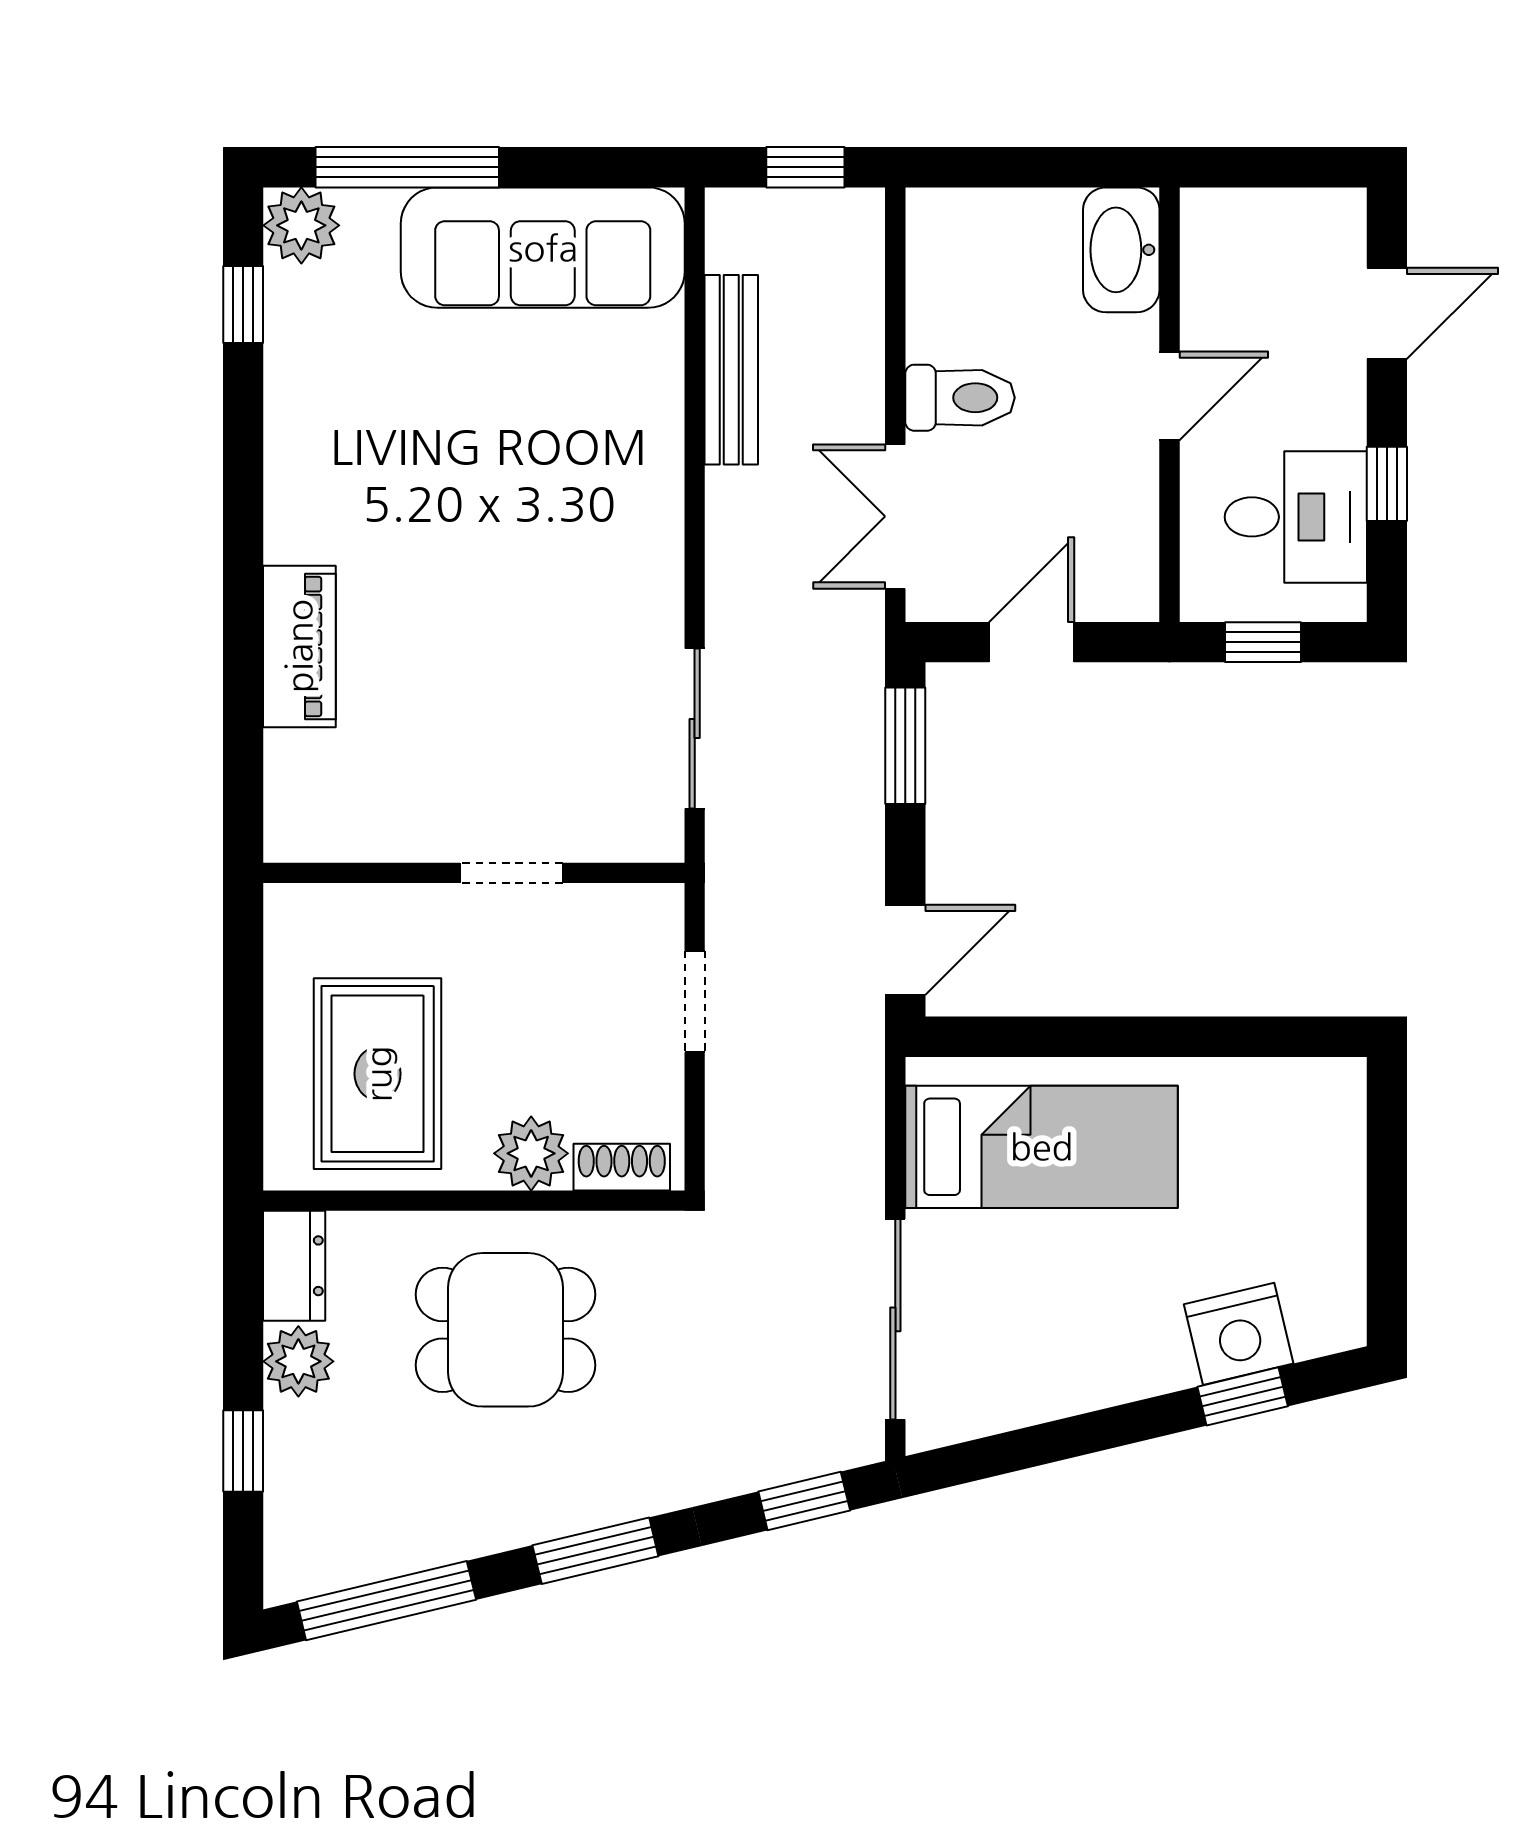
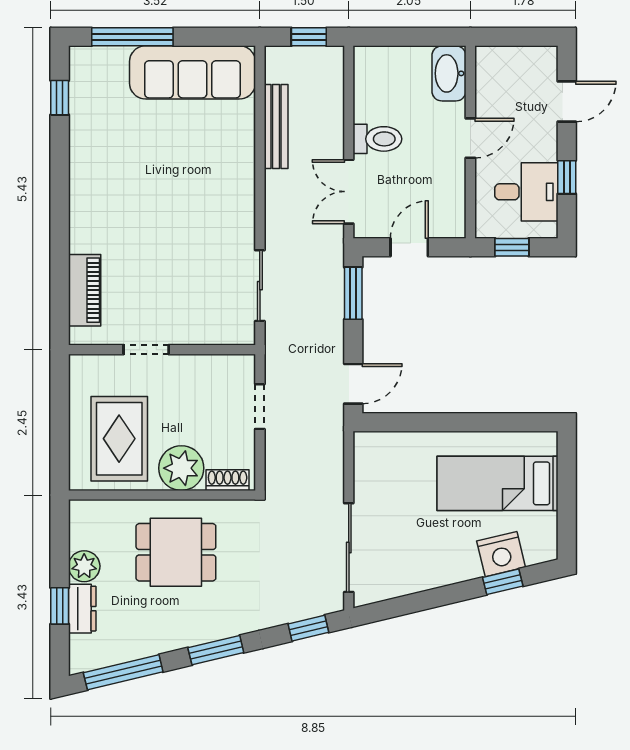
plant: (301, 225) -> (85, 63), removed
piano: (299, 646) -> (85, 290), moved
doorway: (511, 873) -> (146, 350), moved
bed: (1042, 1147) -> (497, 483), moved, turned 180
plant: (531, 1153) -> (181, 468), width x1.36, depth x1.36
dresser: (294, 1266) -> (82, 609), moved

